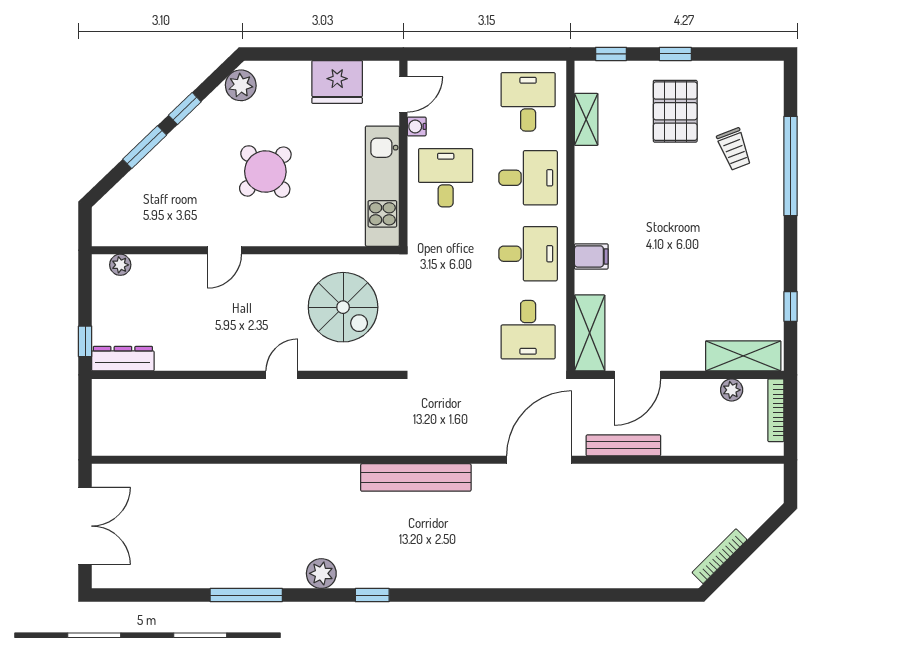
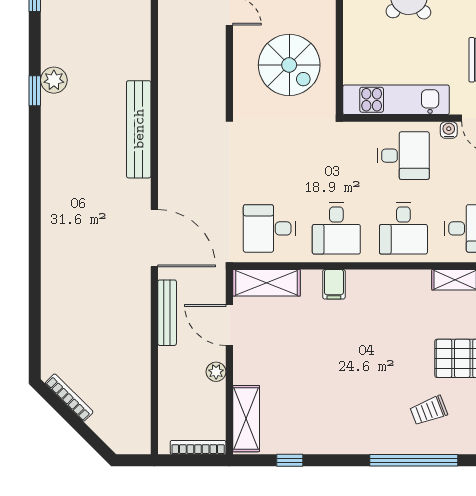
spiral stairs: (343, 307) -> (289, 65), turned -90
plant: (732, 390) -> (216, 372), moved
plant: (321, 573) -> (54, 80), moved

